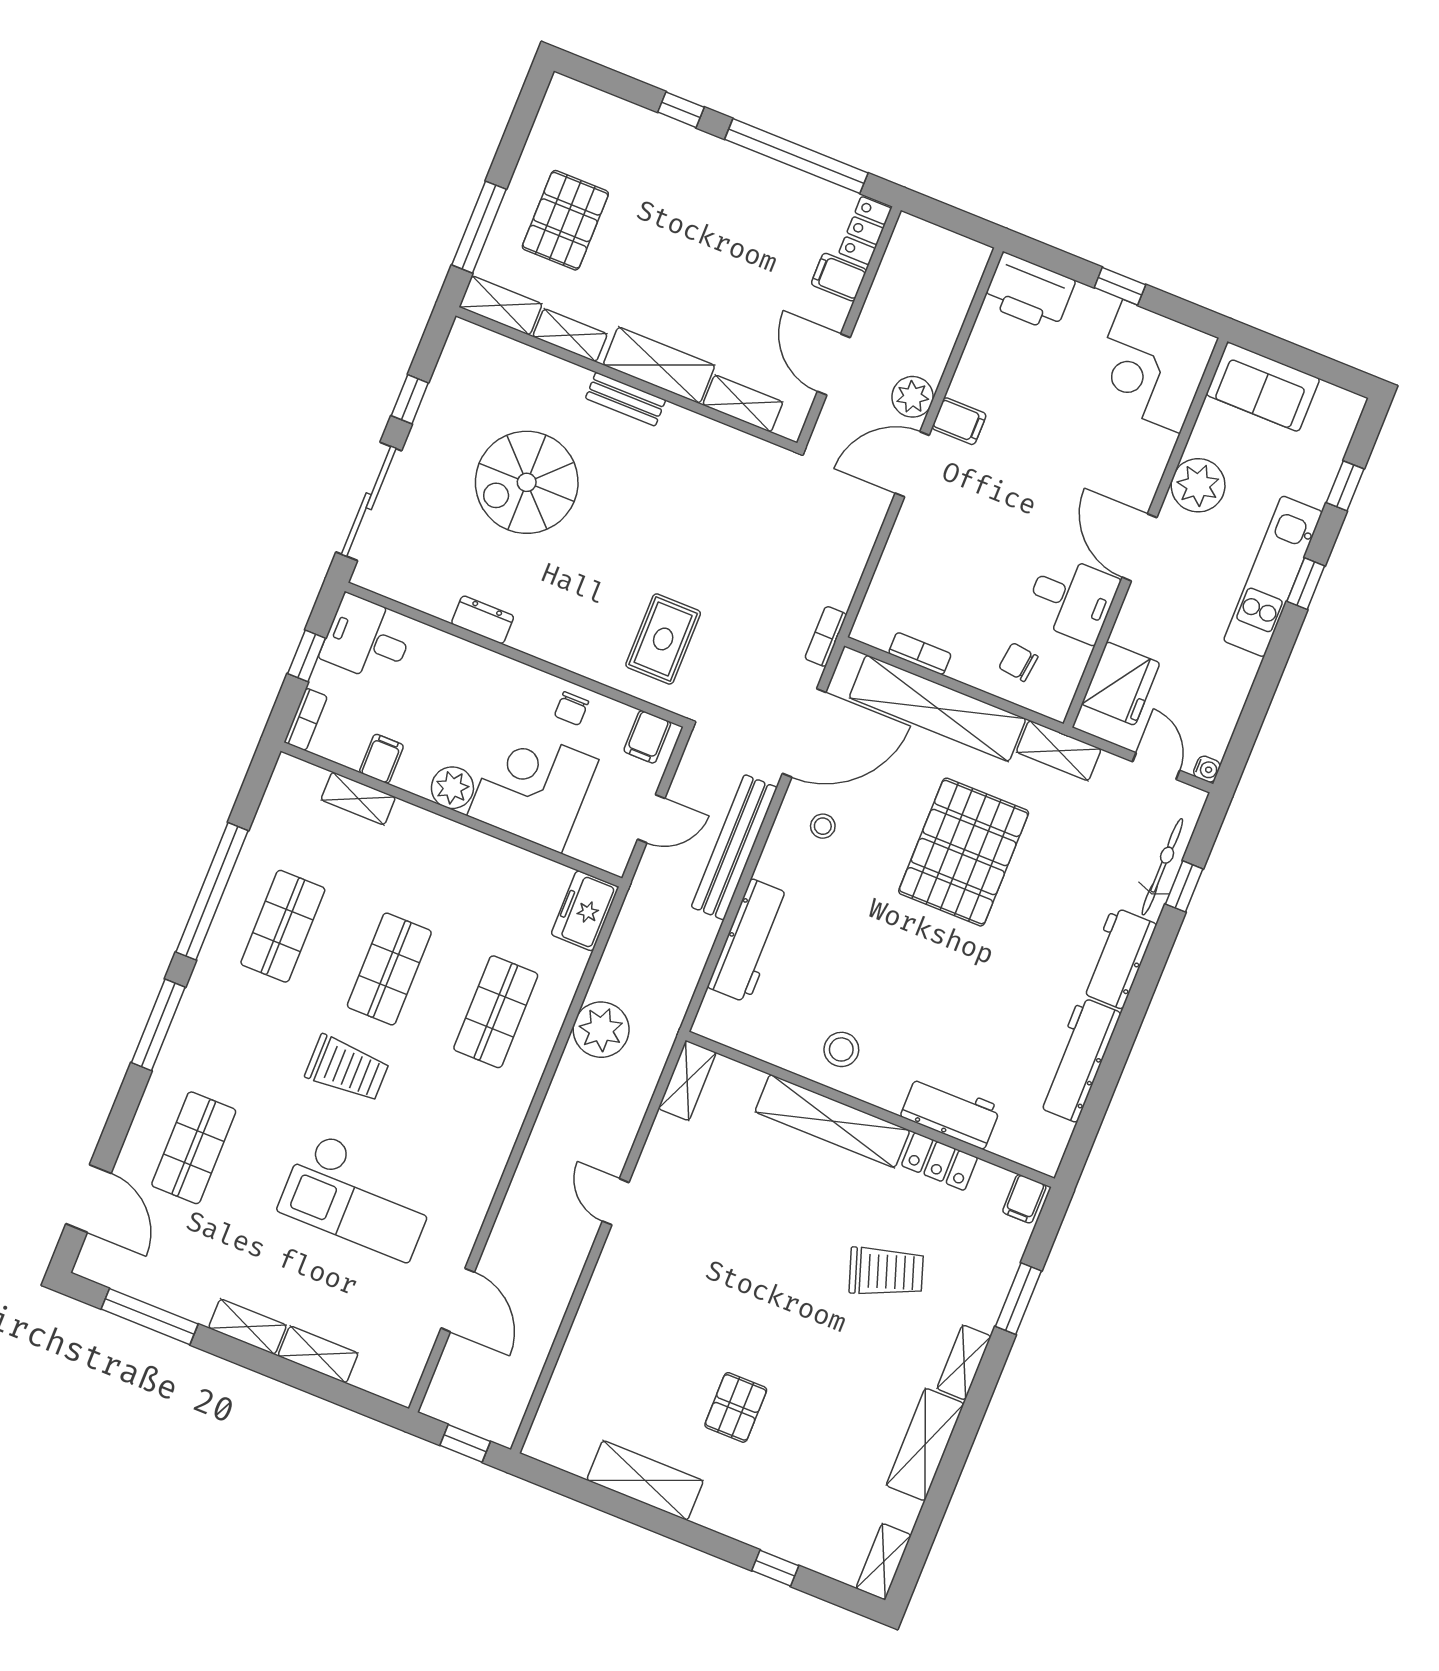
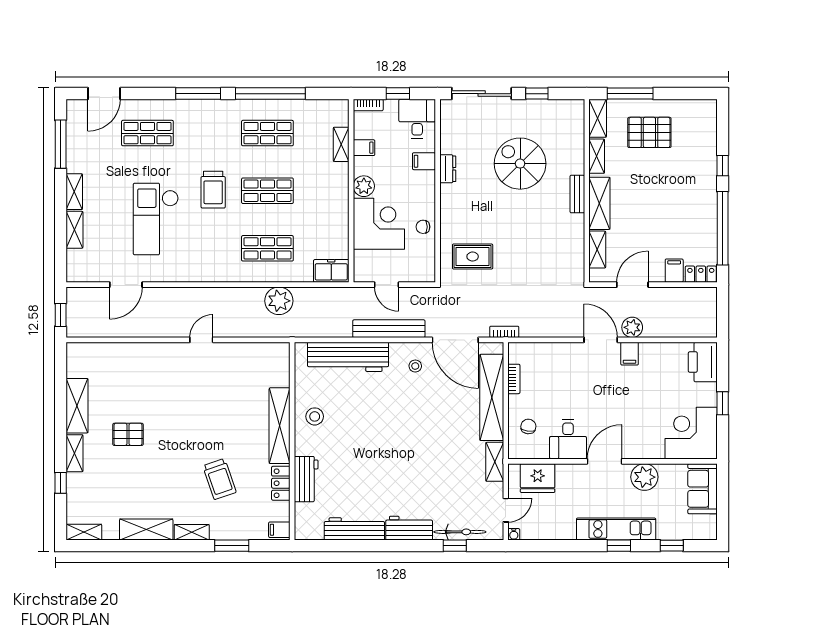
filing cabinet: (647, 737) -> (424, 161), moved
pallet: (964, 852) -> (430, 436), removed
workbench: (749, 941) -> (348, 357), width x1.36, depth x1.32
shelving: (687, 1081) -> (74, 453), moved, turned 90

